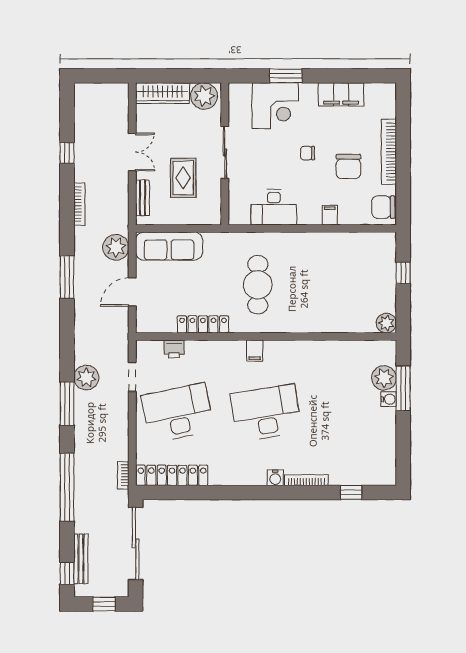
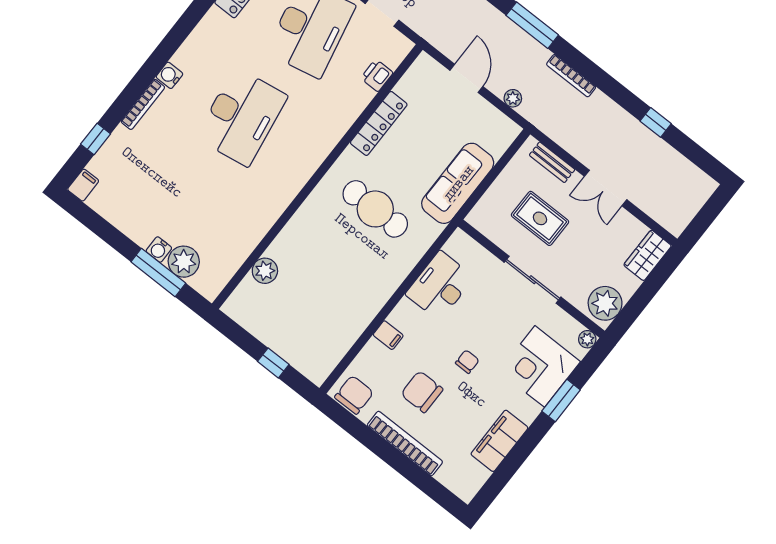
plant: (235, 90) -> (587, 339), added
wardrobe: (163, 93) -> (648, 255), width x0.67
bookcase: (79, 204) -> (571, 76), moved
sofa: (169, 246) -> (458, 183), moved
plant: (116, 247) -> (513, 98), width x0.53, depth x0.53
plant: (386, 323) -> (265, 271), moved
filing cabinet: (255, 351) -> (83, 185), moved, turned 90

